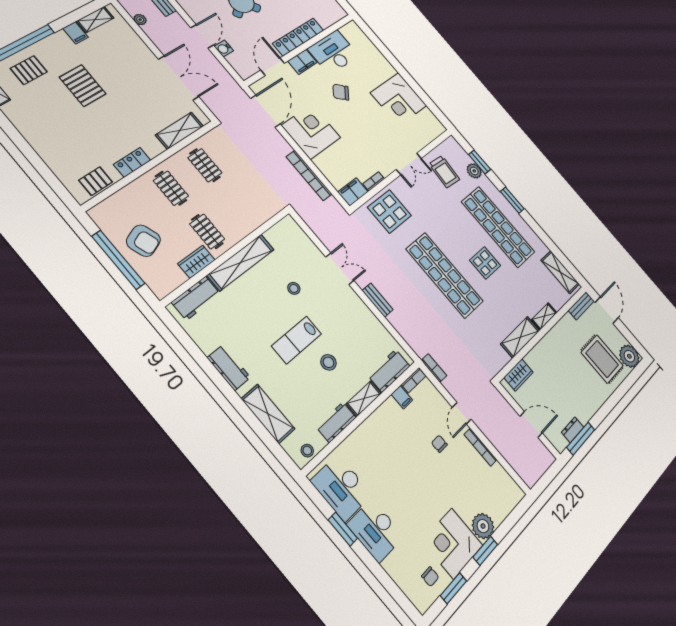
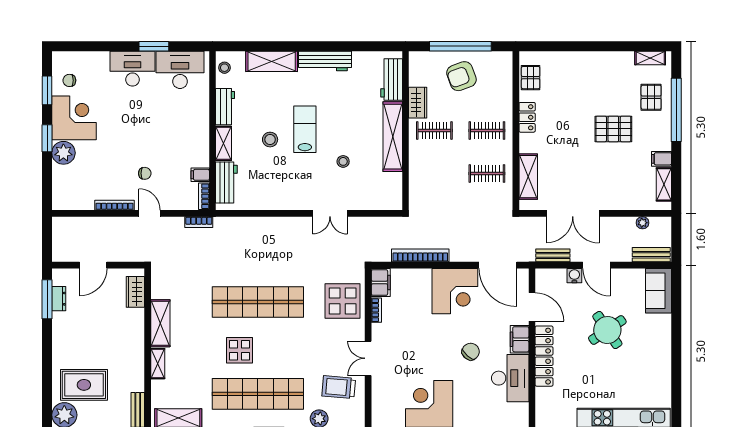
bench: (378, 300) -> (553, 255), moved
workbench: (229, 368) -> (325, 61), width x1.38

